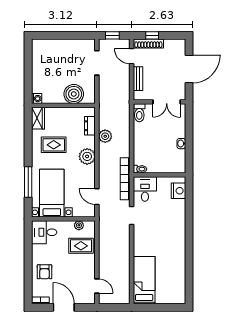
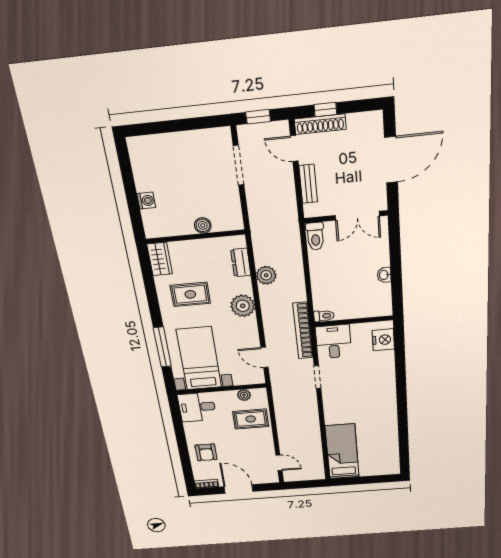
boiler: (74, 94) -> (203, 225), width x0.54, depth x0.54
washing machine: (37, 99) -> (146, 201), moved

